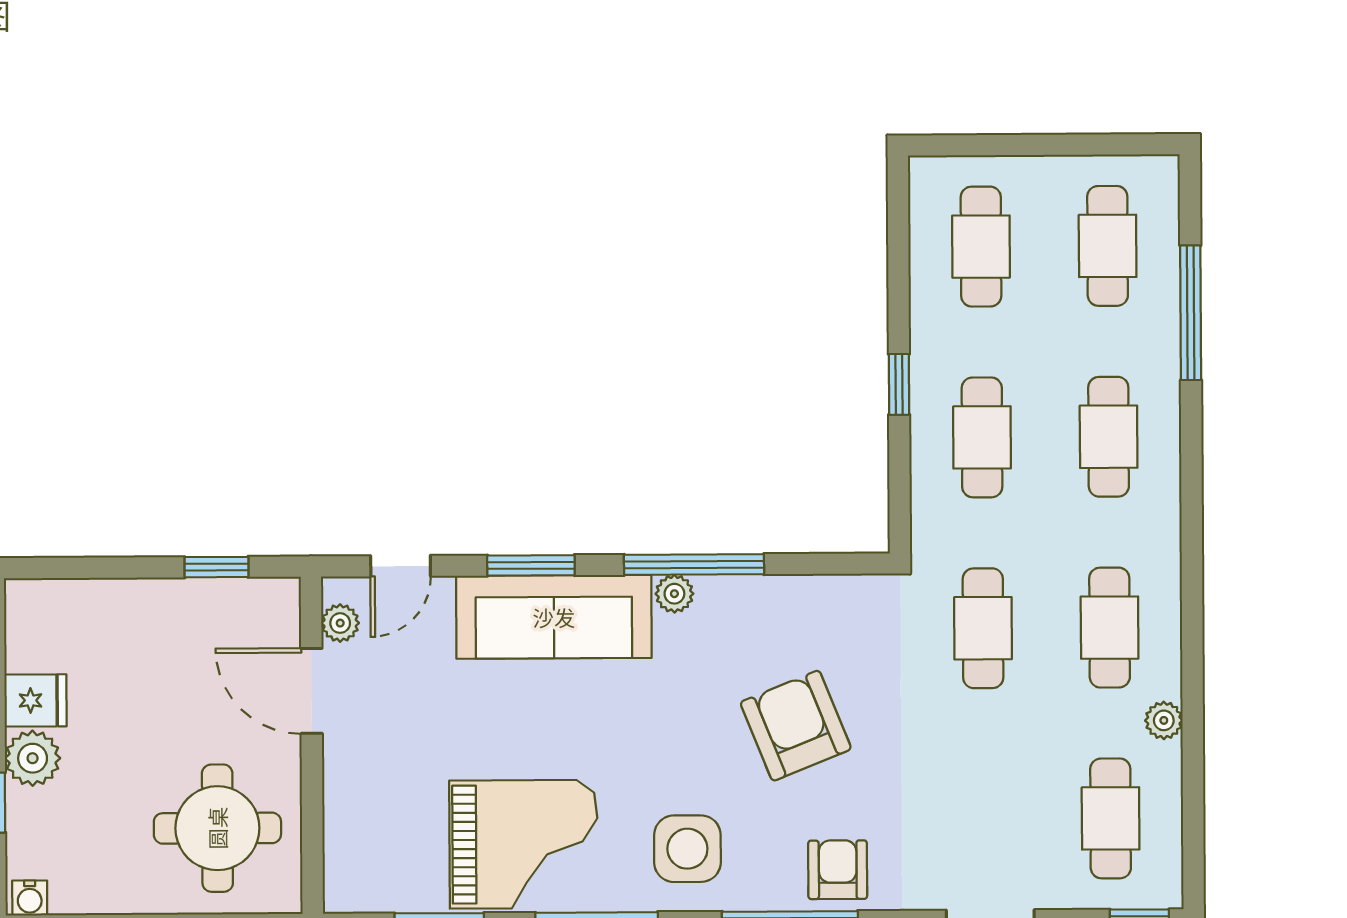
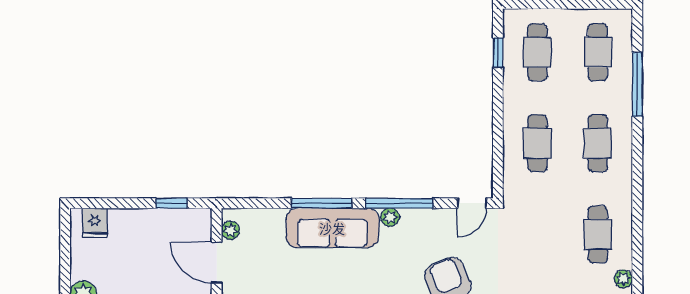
window: (899, 384) -> (498, 52), moved
window: (531, 565) -> (322, 203), width x1.44
door: (401, 566) -> (472, 203), moved
cafe table: (983, 628) -> (537, 234), removed
fridge: (35, 700) -> (95, 223), moved, turned 90

